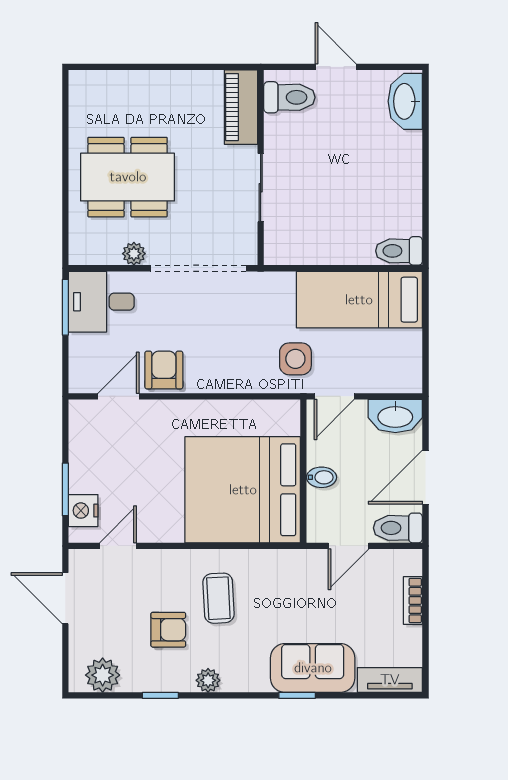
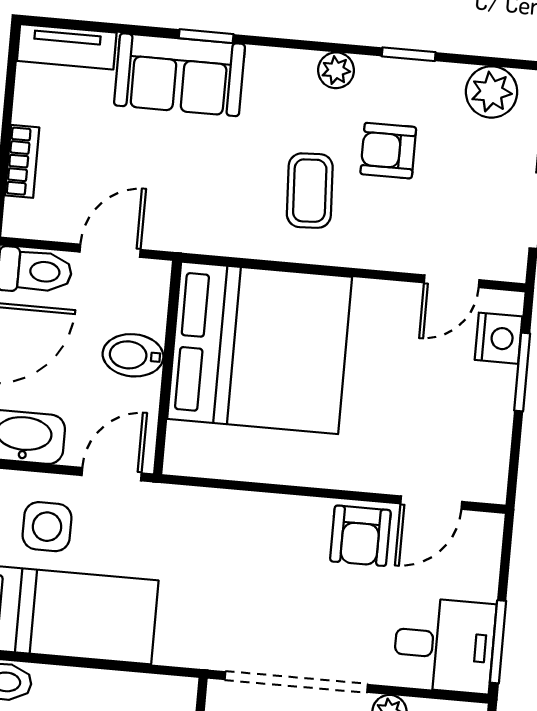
side table: (295, 359) -> (47, 527), moved
bidet: (322, 477) -> (133, 355), width x1.38, depth x1.36

